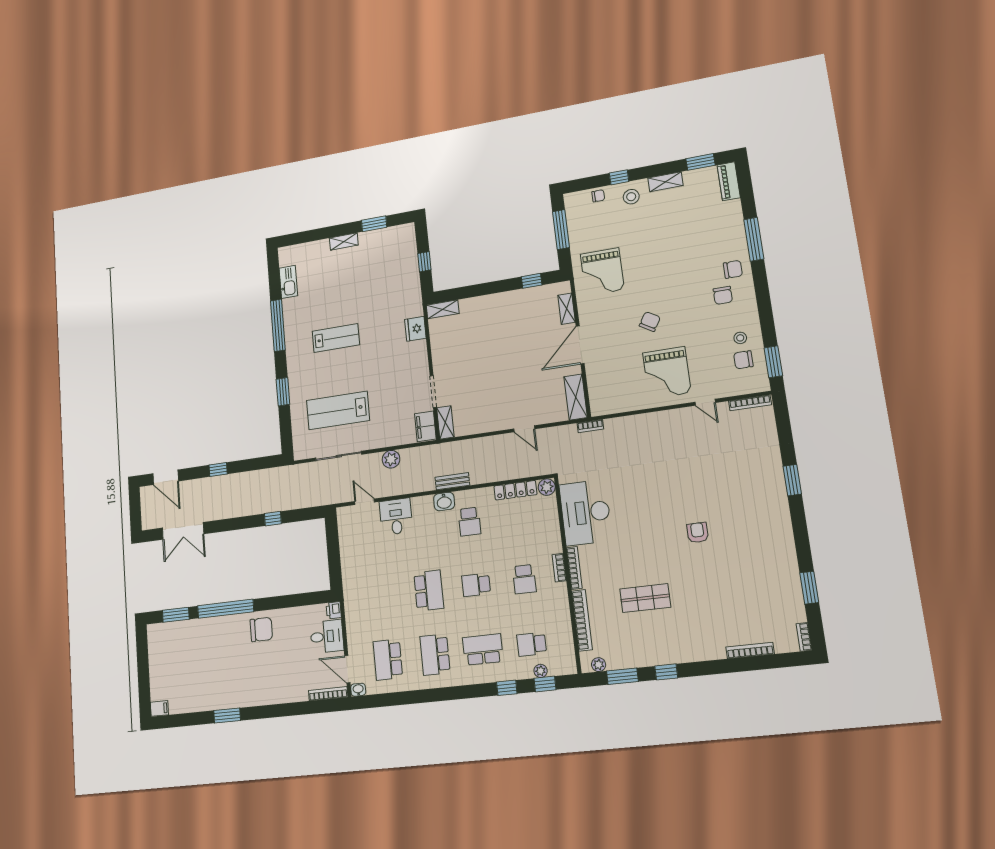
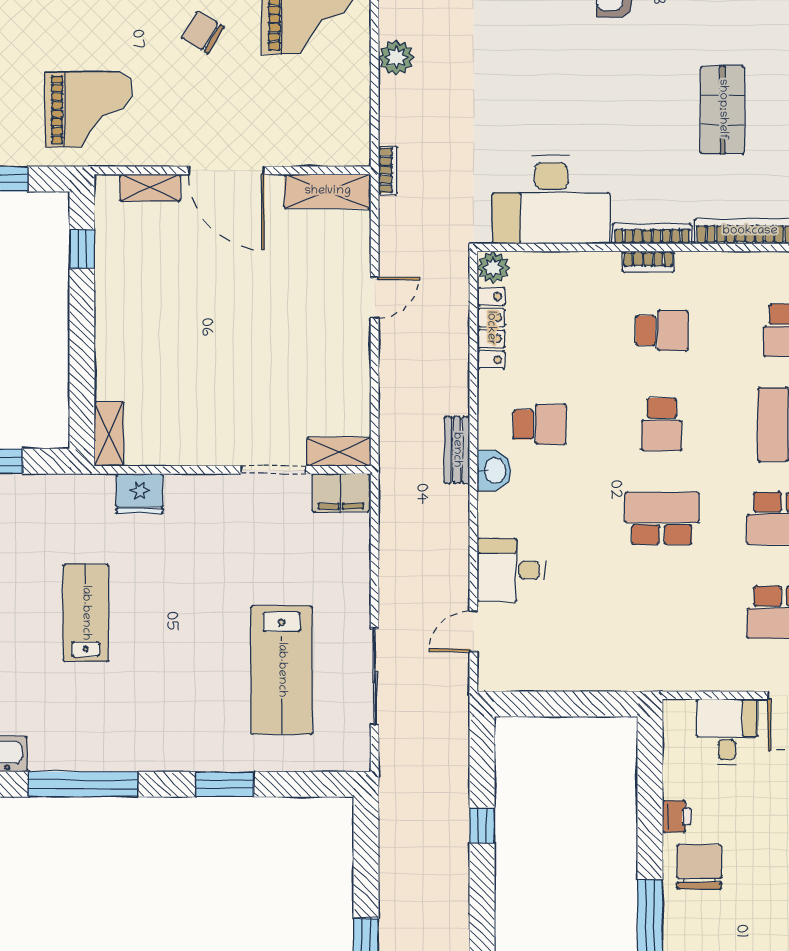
lab bench: (336, 338) -> (86, 613), moved
plant: (391, 459) -> (396, 57), moved
printer: (334, 610) -> (677, 816), moved, turned -90

